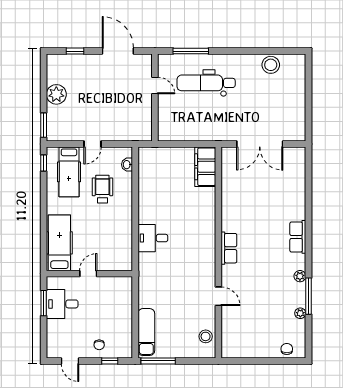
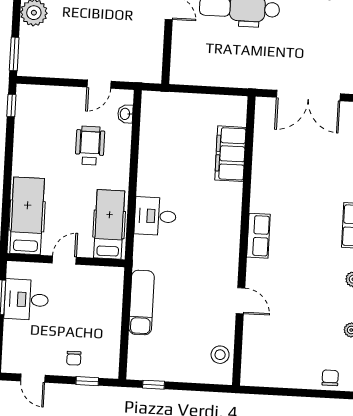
door: (93, 144) -> (99, 84), moved
filing cabinet: (205, 167) -> (230, 154), moved
hospital bed: (69, 172) -> (109, 224), moved, turned 180
exam couch: (146, 332) -> (142, 303), moved
window: (158, 361) -> (153, 385), width x0.46

